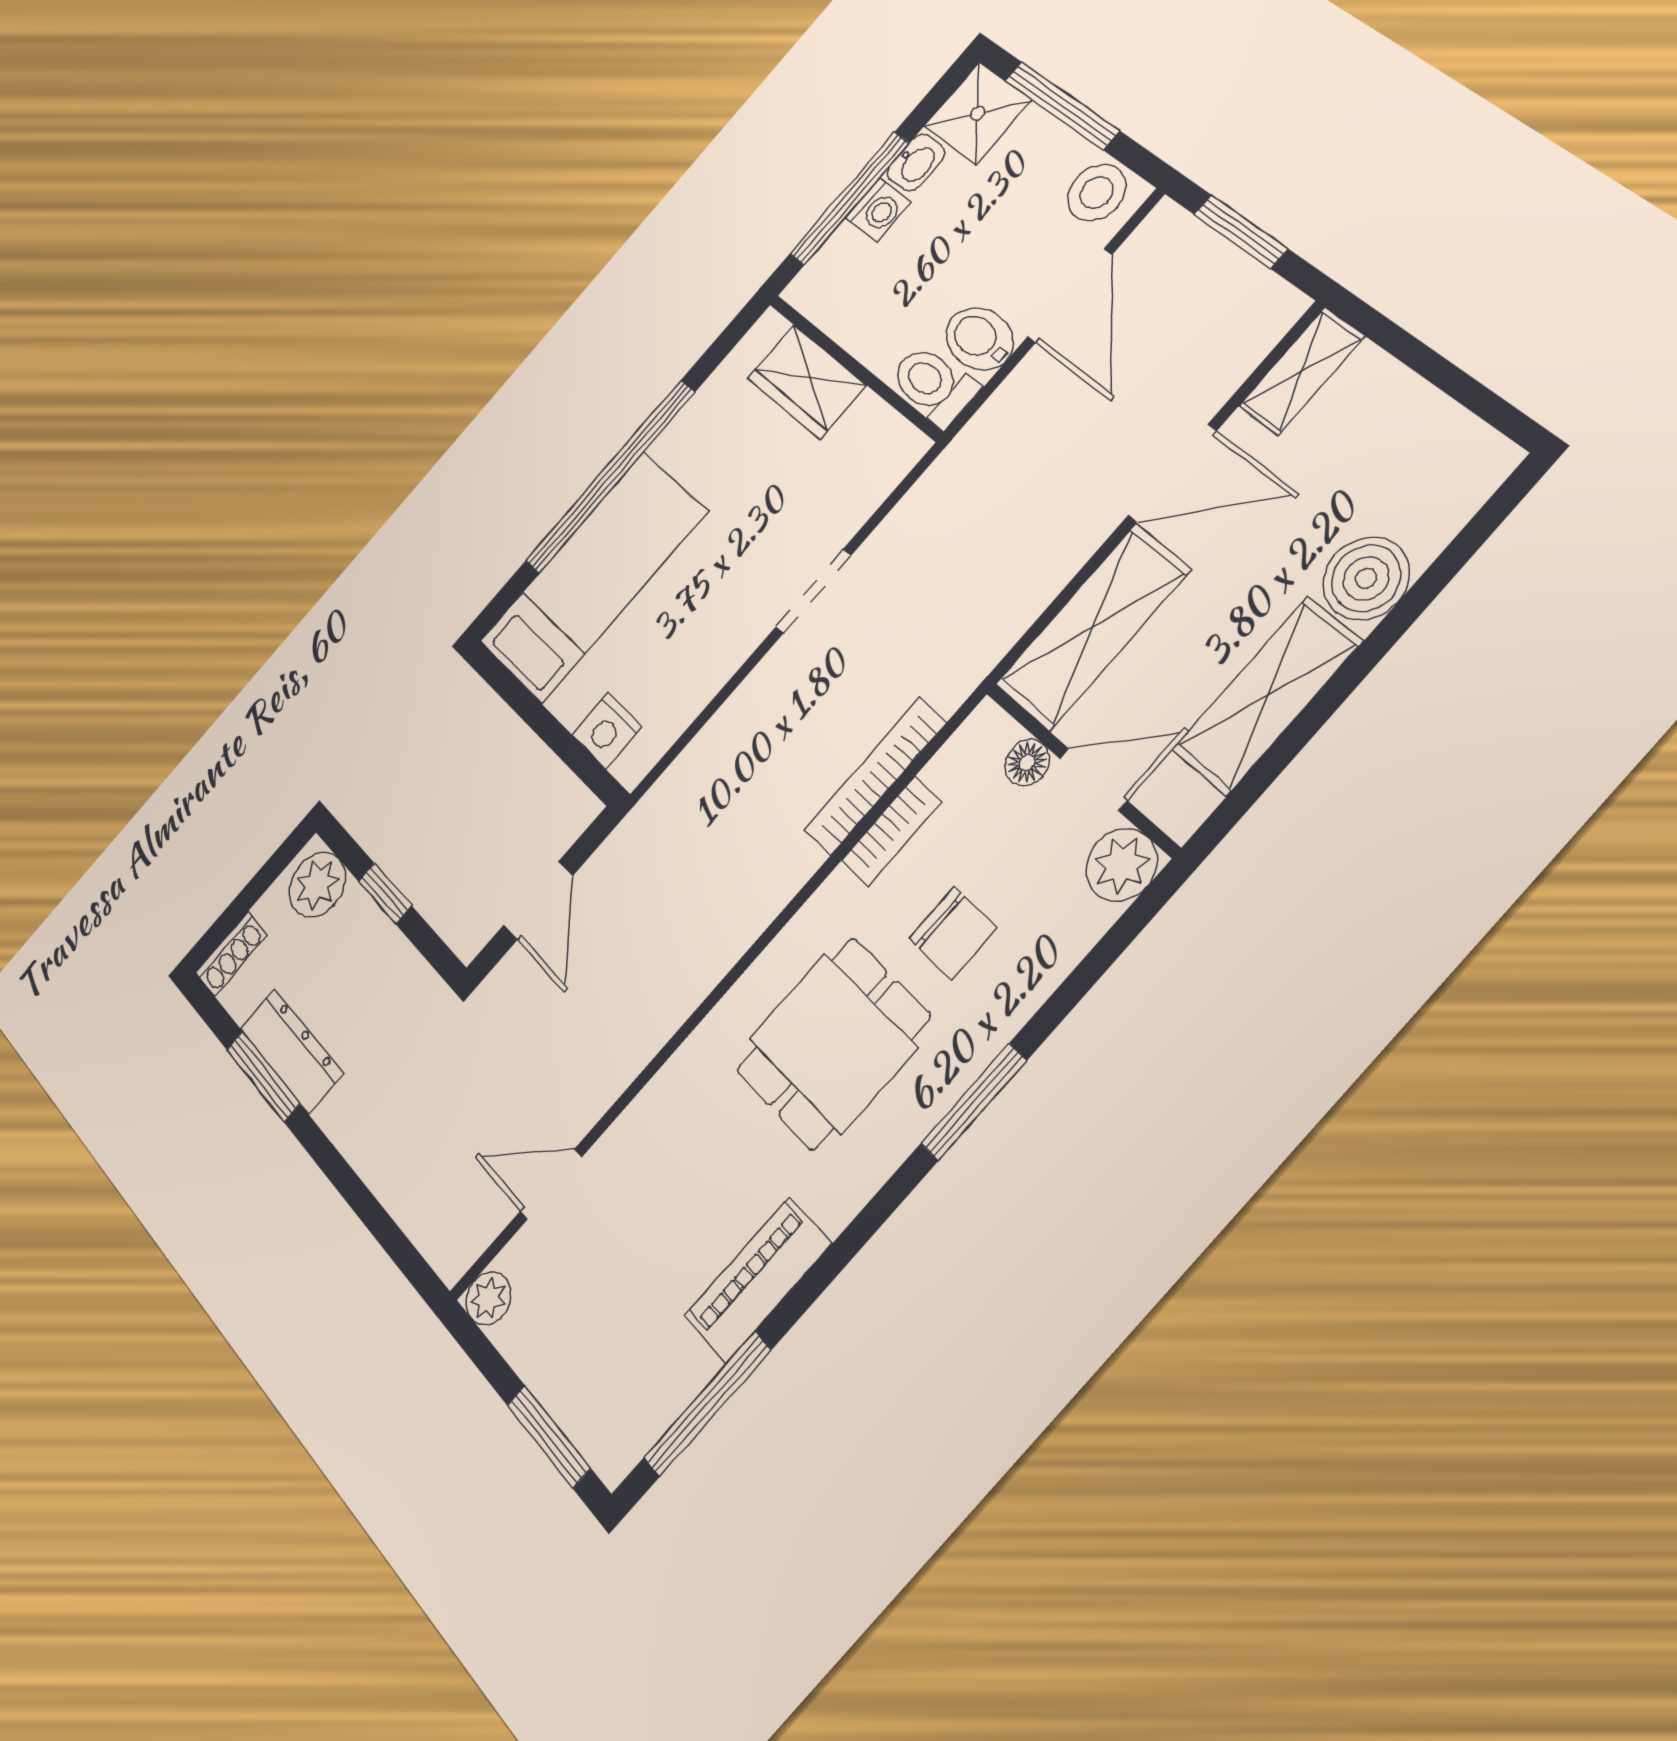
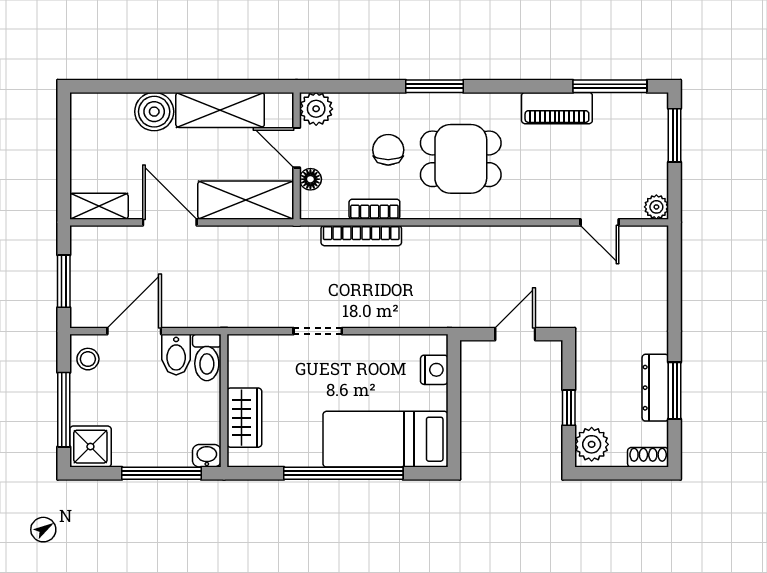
washbasin: (916, 163) -> (207, 456), moved
stool: (1097, 193) -> (88, 359), width x0.73, depth x0.73
washing machine: (878, 210) -> (157, 454), removed

